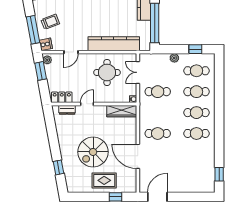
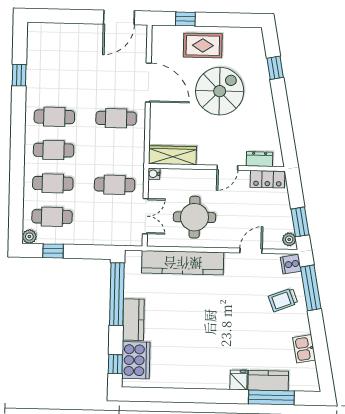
plant: (174, 58) -> (29, 237), moved
window: (219, 174) -> (19, 75), moved

